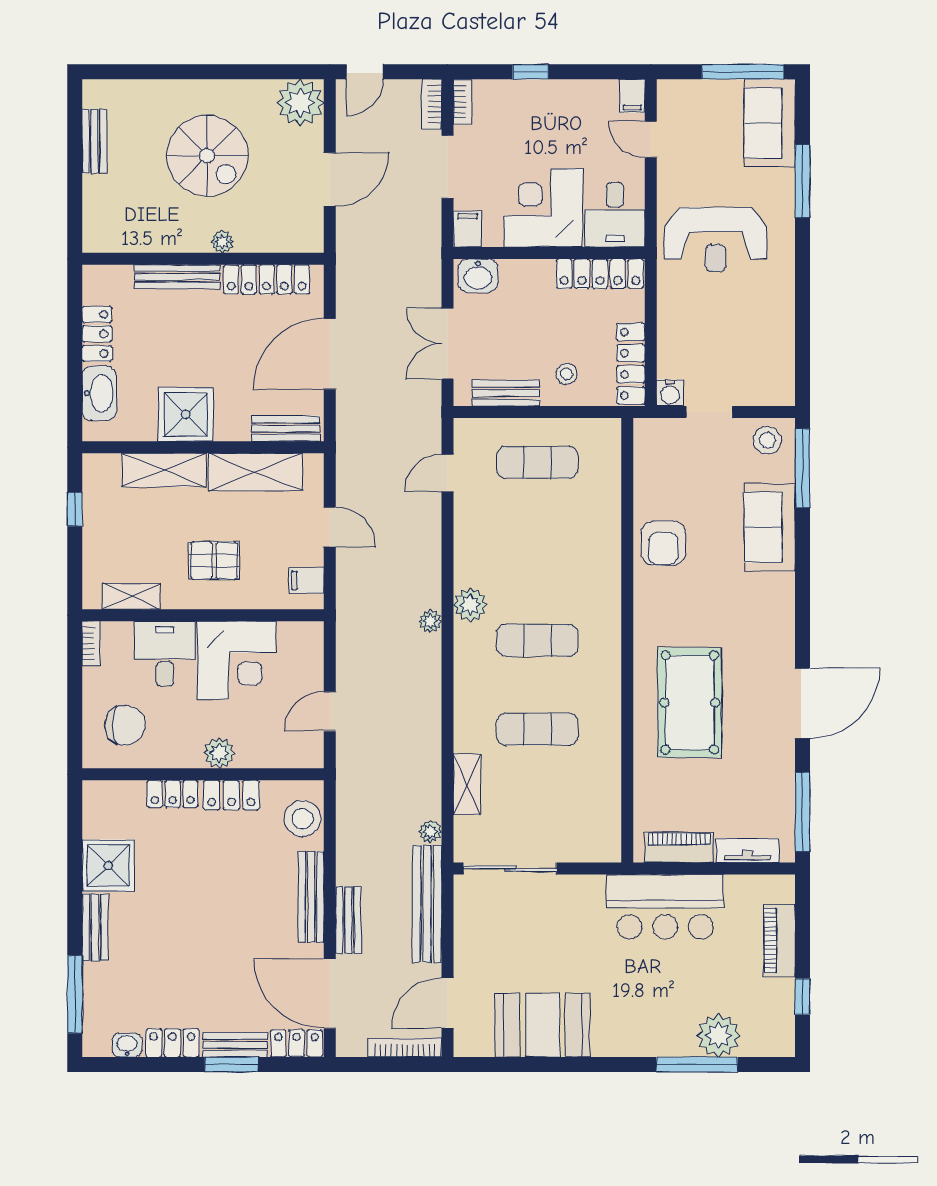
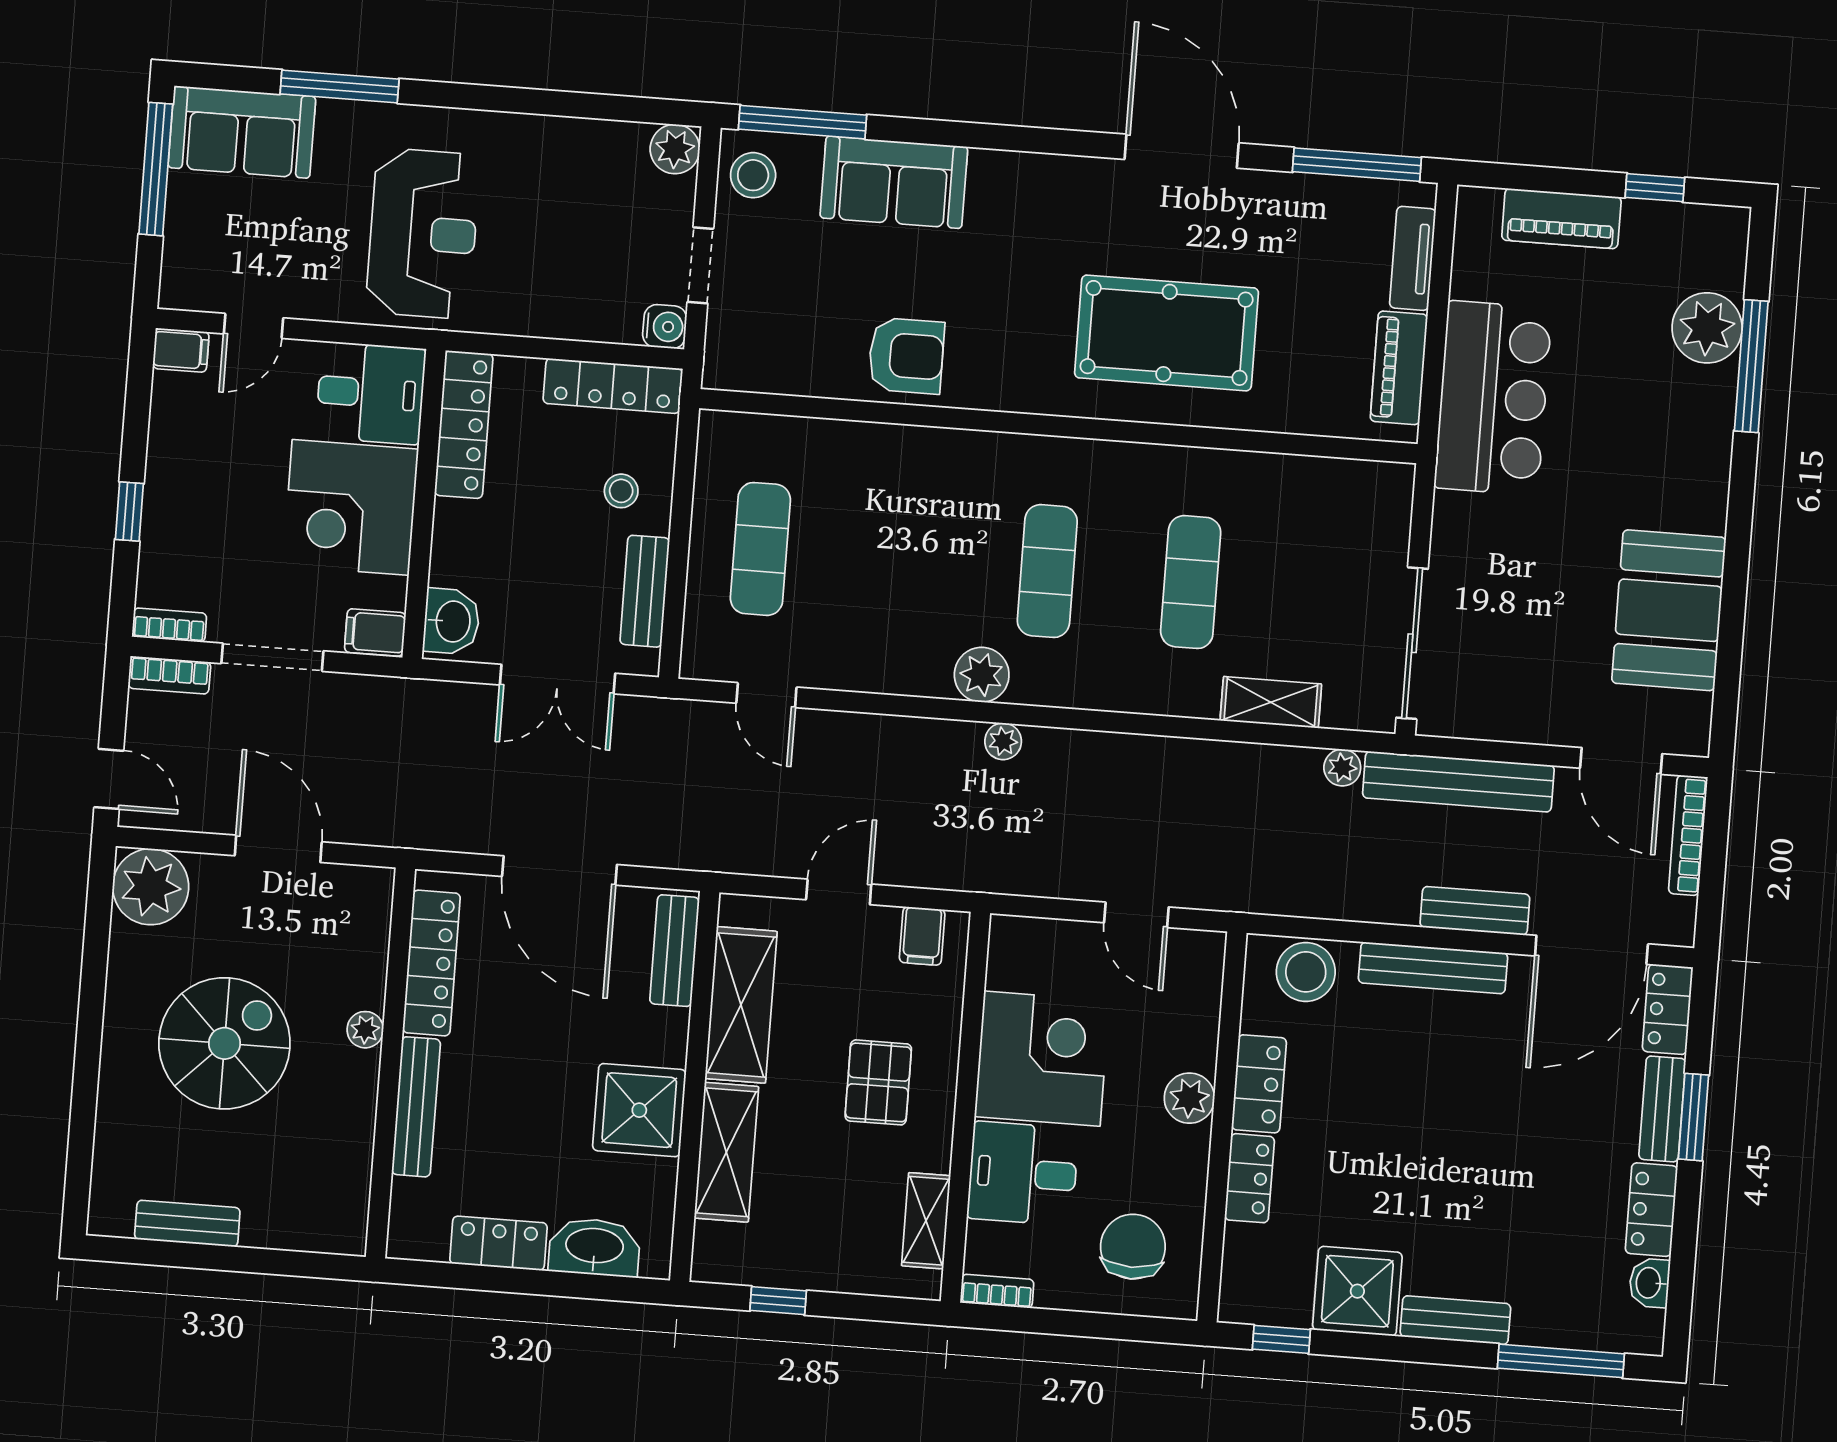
plant: (780, 391) -> (675, 149), added
window: (75, 821) -> (1281, 1339), added

